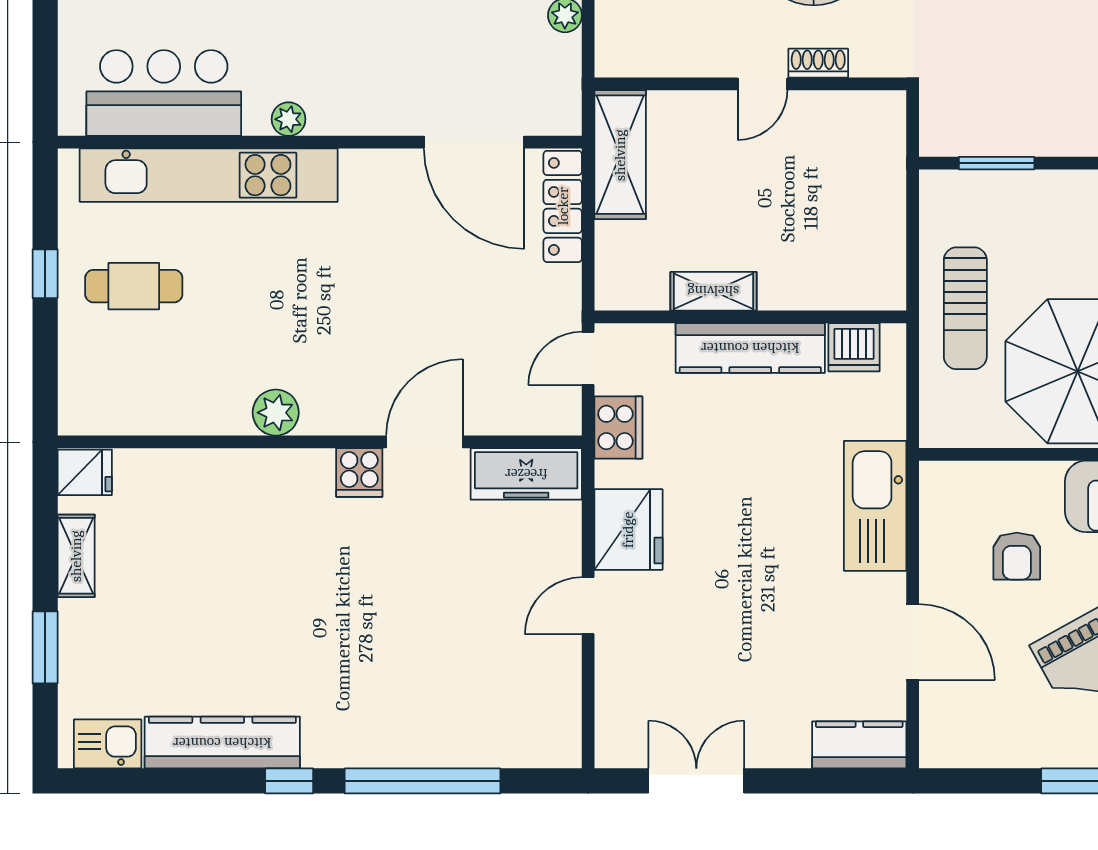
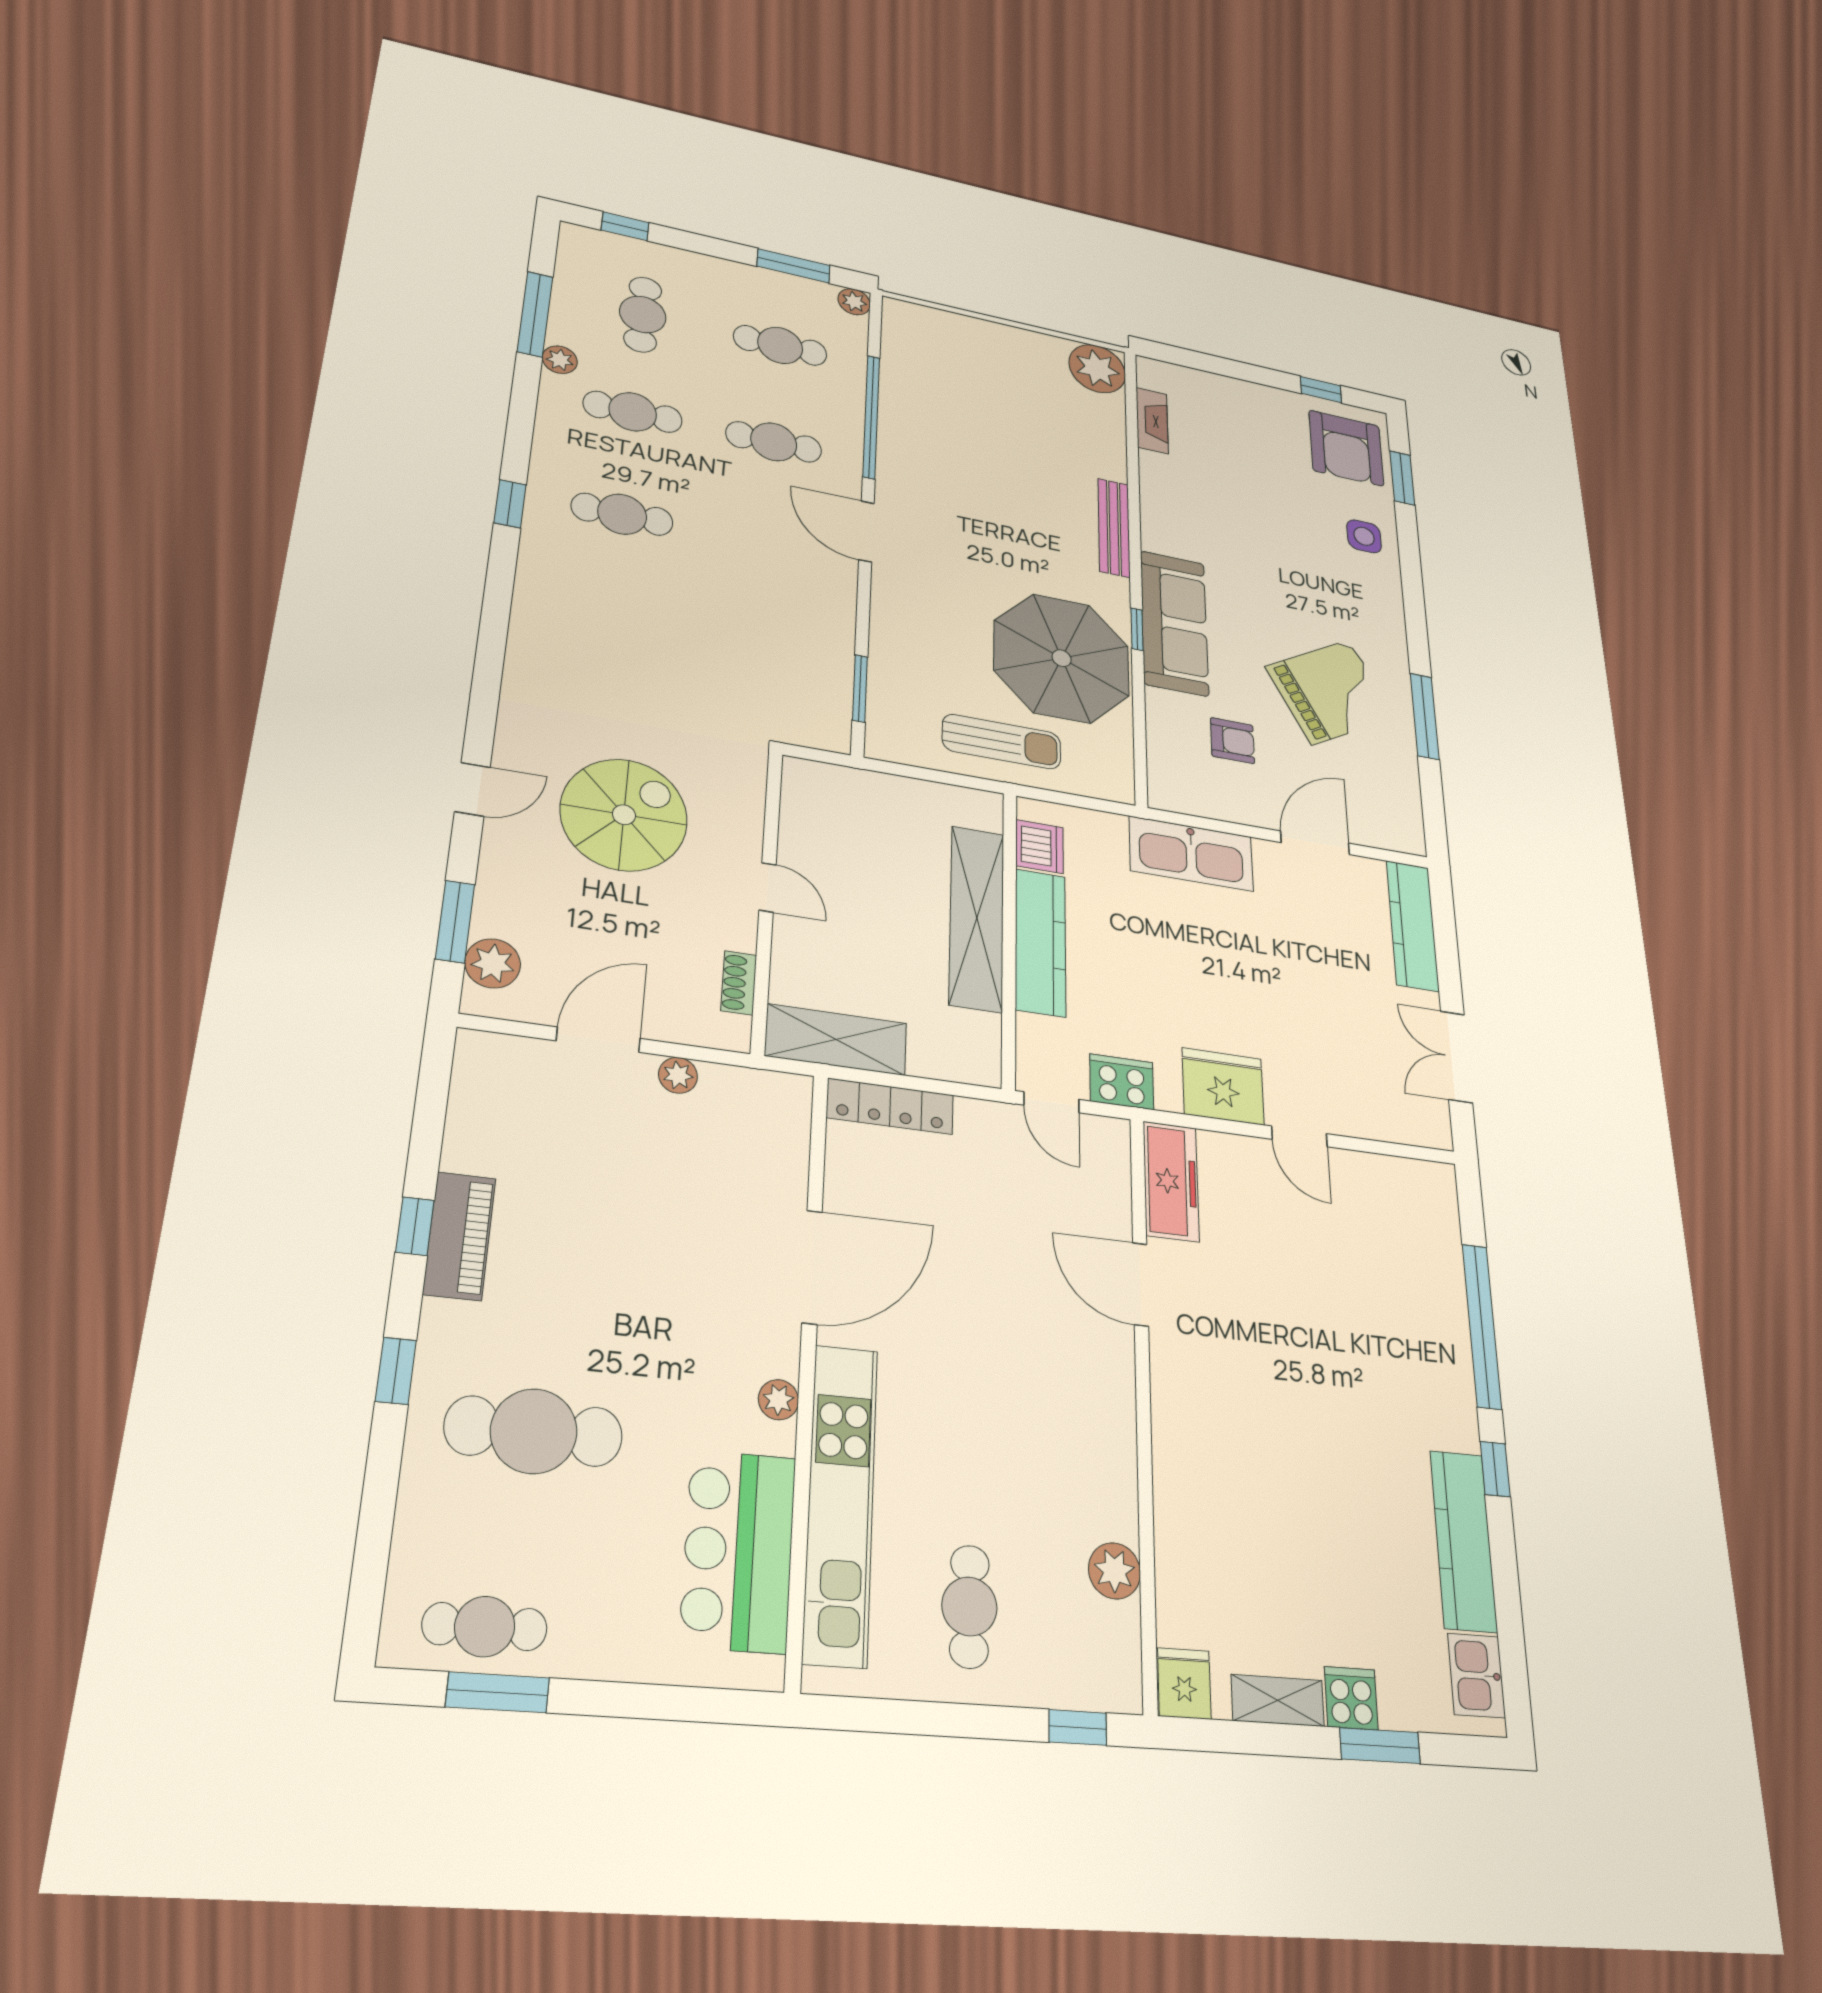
shoe rack: (818, 63) -> (739, 983), moved
door: (474, 142) -> (812, 1267), moved
window: (45, 274) -> (1078, 1727), moved
shelving: (713, 291) -> (977, 918), width x2.20, depth x1.33
plant: (276, 413) -> (1115, 1571), moved
cooker: (359, 472) -> (1351, 1698), moved, turned -90
kitchen counter: (859, 745) -> (1413, 926), width x1.50

